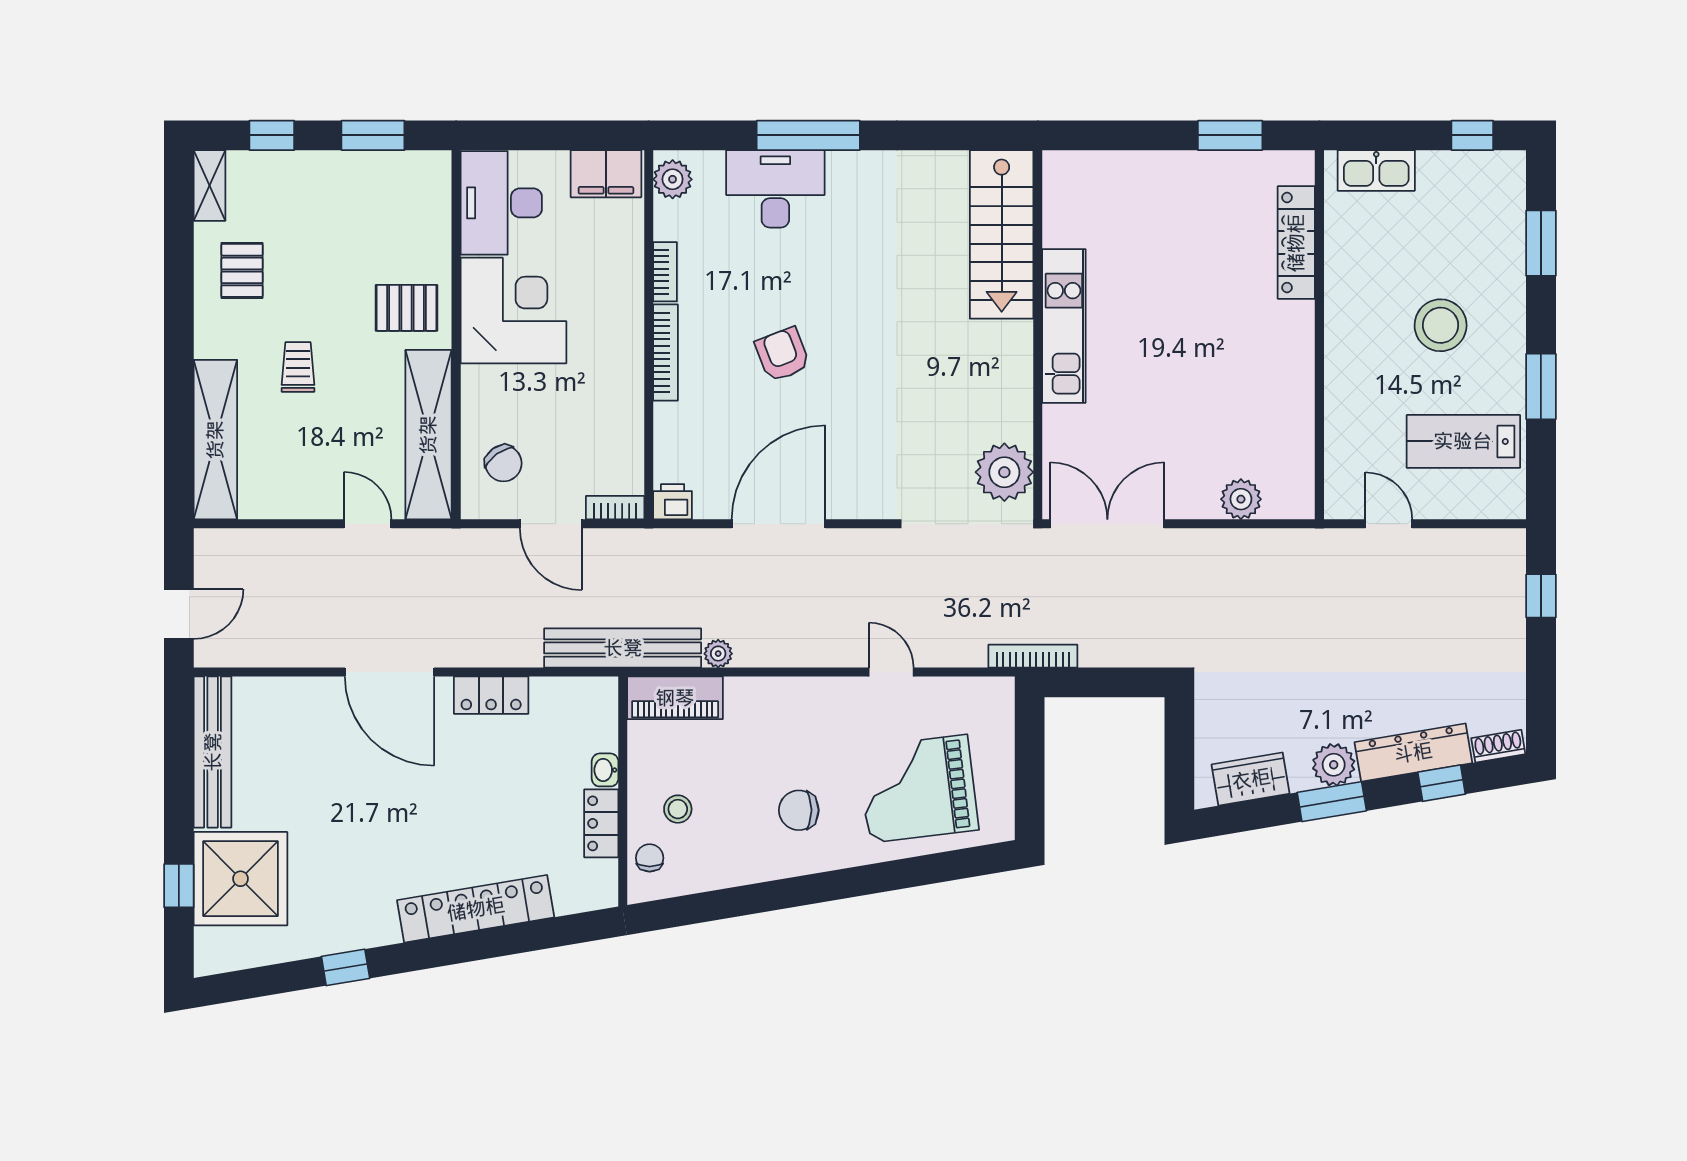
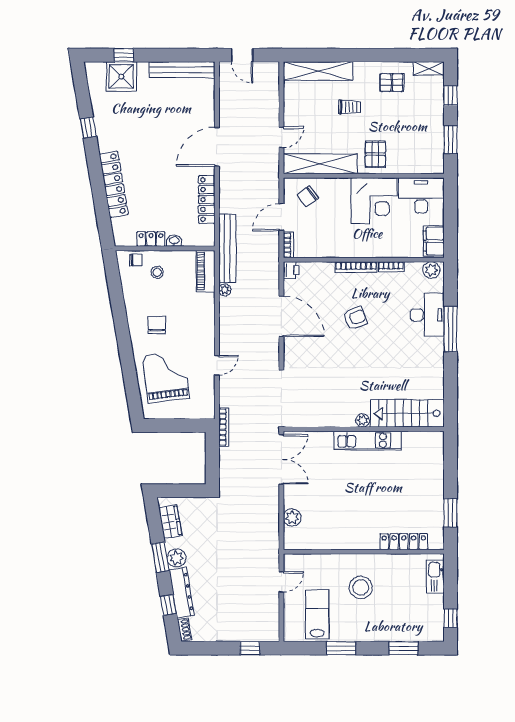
stool: (1441, 325) -> (361, 587), moved
plant: (1004, 472) -> (363, 420), moved, width x0.53, depth x0.53
locker: (491, 695) -> (207, 200), width x1.53
shower: (241, 879) -> (121, 76), width x0.73, depth x0.73

